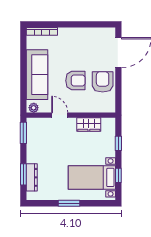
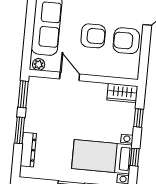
armchair: (103, 82) -> (126, 41), turned -90
wardrobe: (89, 124) -> (122, 93), moved
window: (23, 174) -> (20, 130), moved

